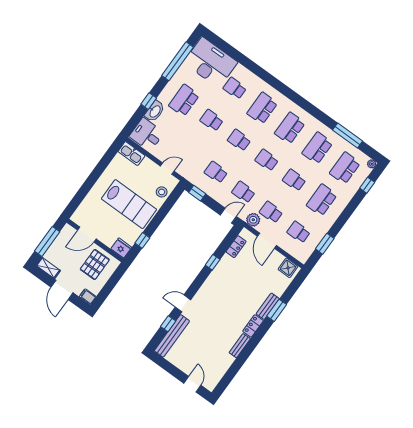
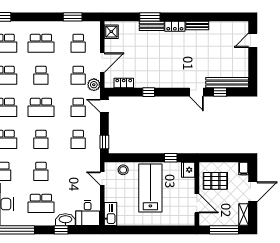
school desk: (267, 160) -> (41, 107), width x1.85

